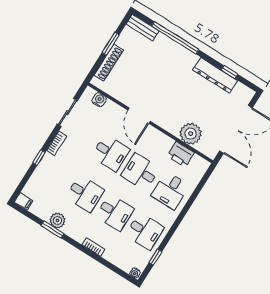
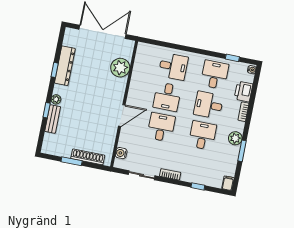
bench: (143, 28) -> (53, 119), moved
window: (175, 38) -> (47, 110), width x0.32
plant: (183, 52) -> (56, 99), added
window: (229, 72) -> (55, 70), moved
printer: (181, 154) -> (243, 91), moved, turned 180
window: (39, 158) -> (198, 186), moved
desk: (115, 212) -> (209, 105), turned -90
plant: (57, 220) -> (235, 138), moved

